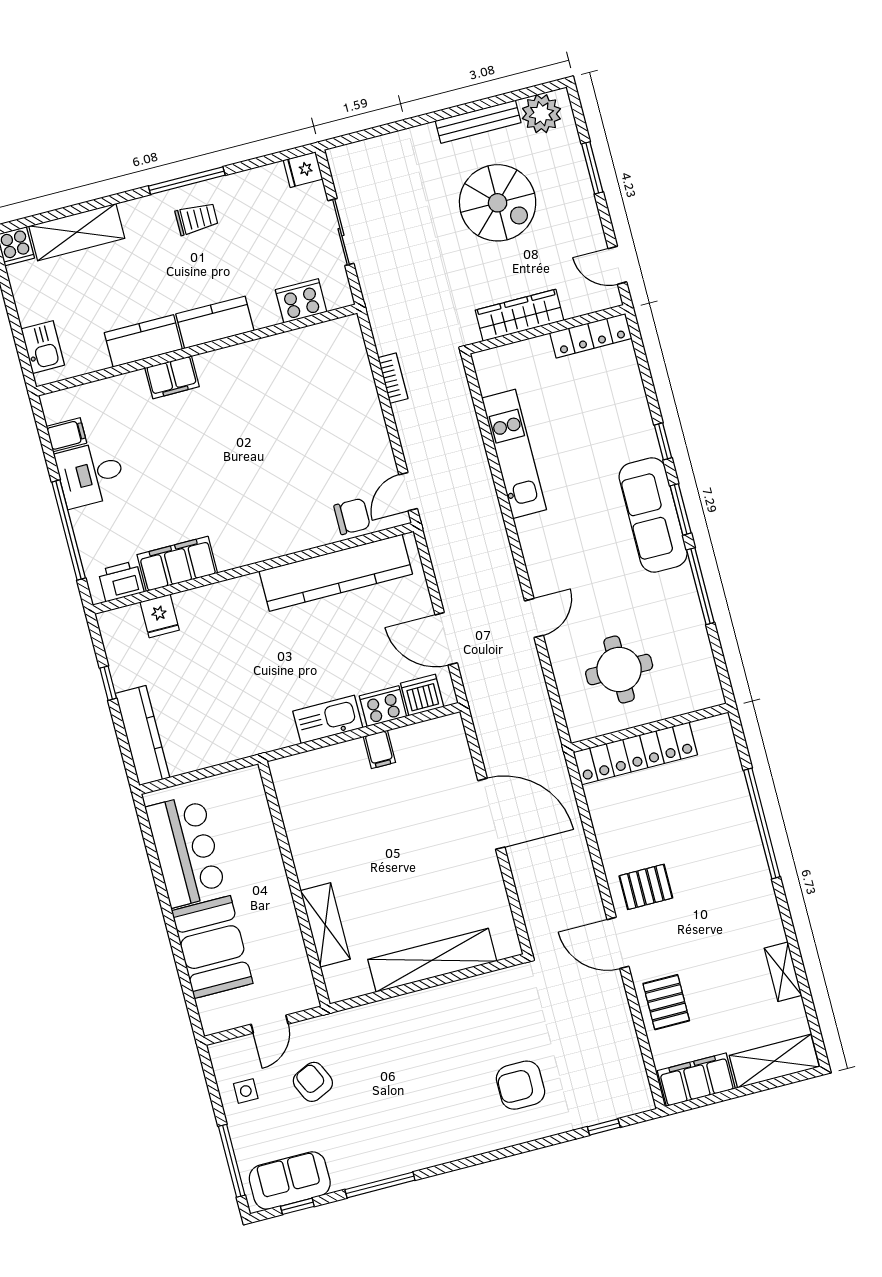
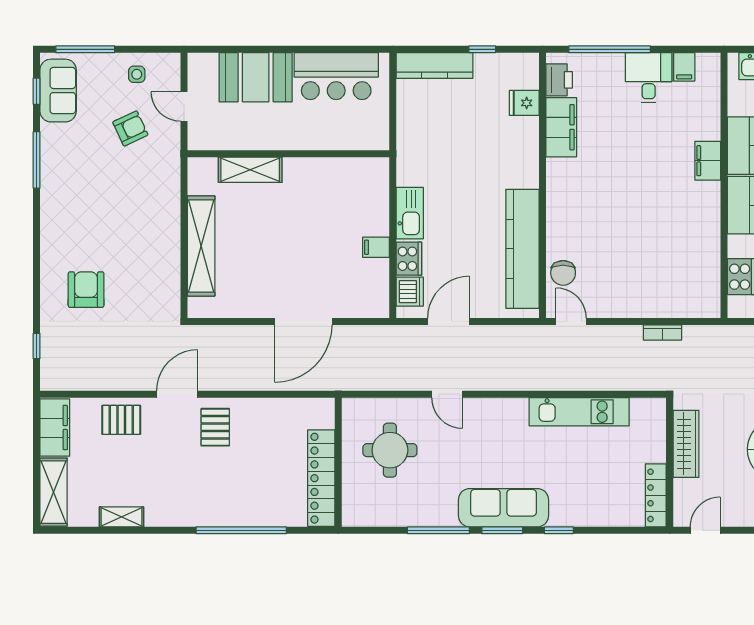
locker: (635, 753) -> (321, 478), moved

